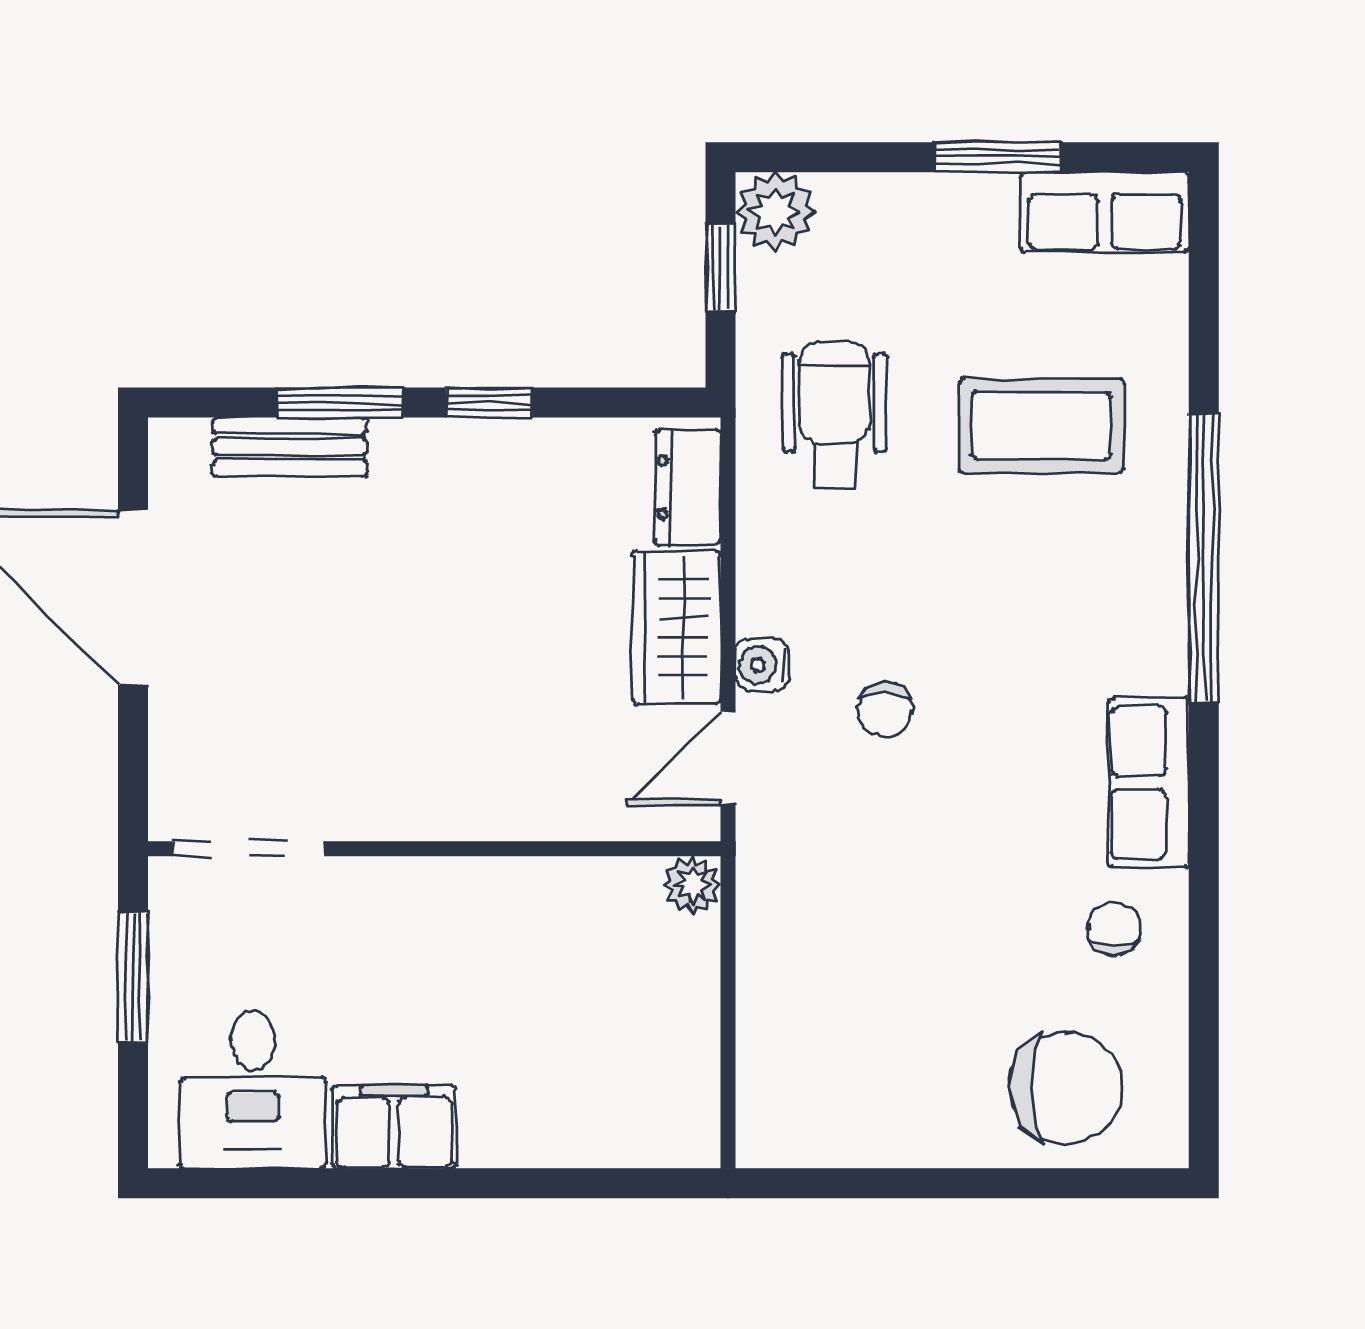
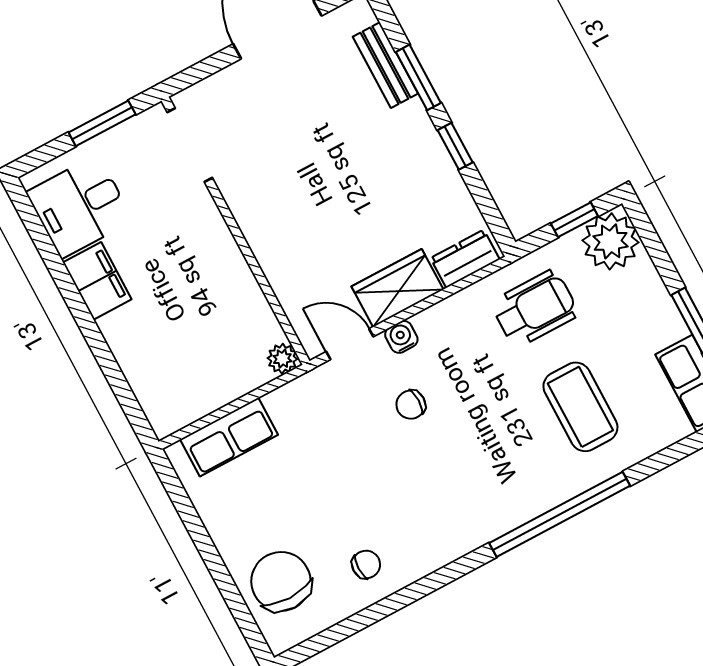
plant: (775, 212) -> (611, 241), width x1.36, depth x1.36
row of seats: (1148, 783) -> (229, 437), moved, turned 180
chair: (1066, 1088) -> (281, 581), turned 180

